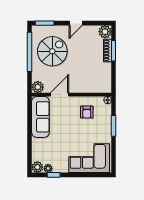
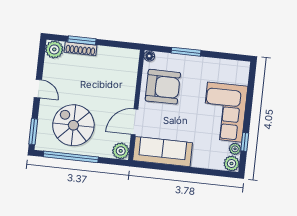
door: (60, 95) -> (135, 122), hinge flipped
armchair: (87, 112) -> (163, 87), width x1.88, depth x1.88
corner sofa: (89, 158) -> (225, 112), moved

